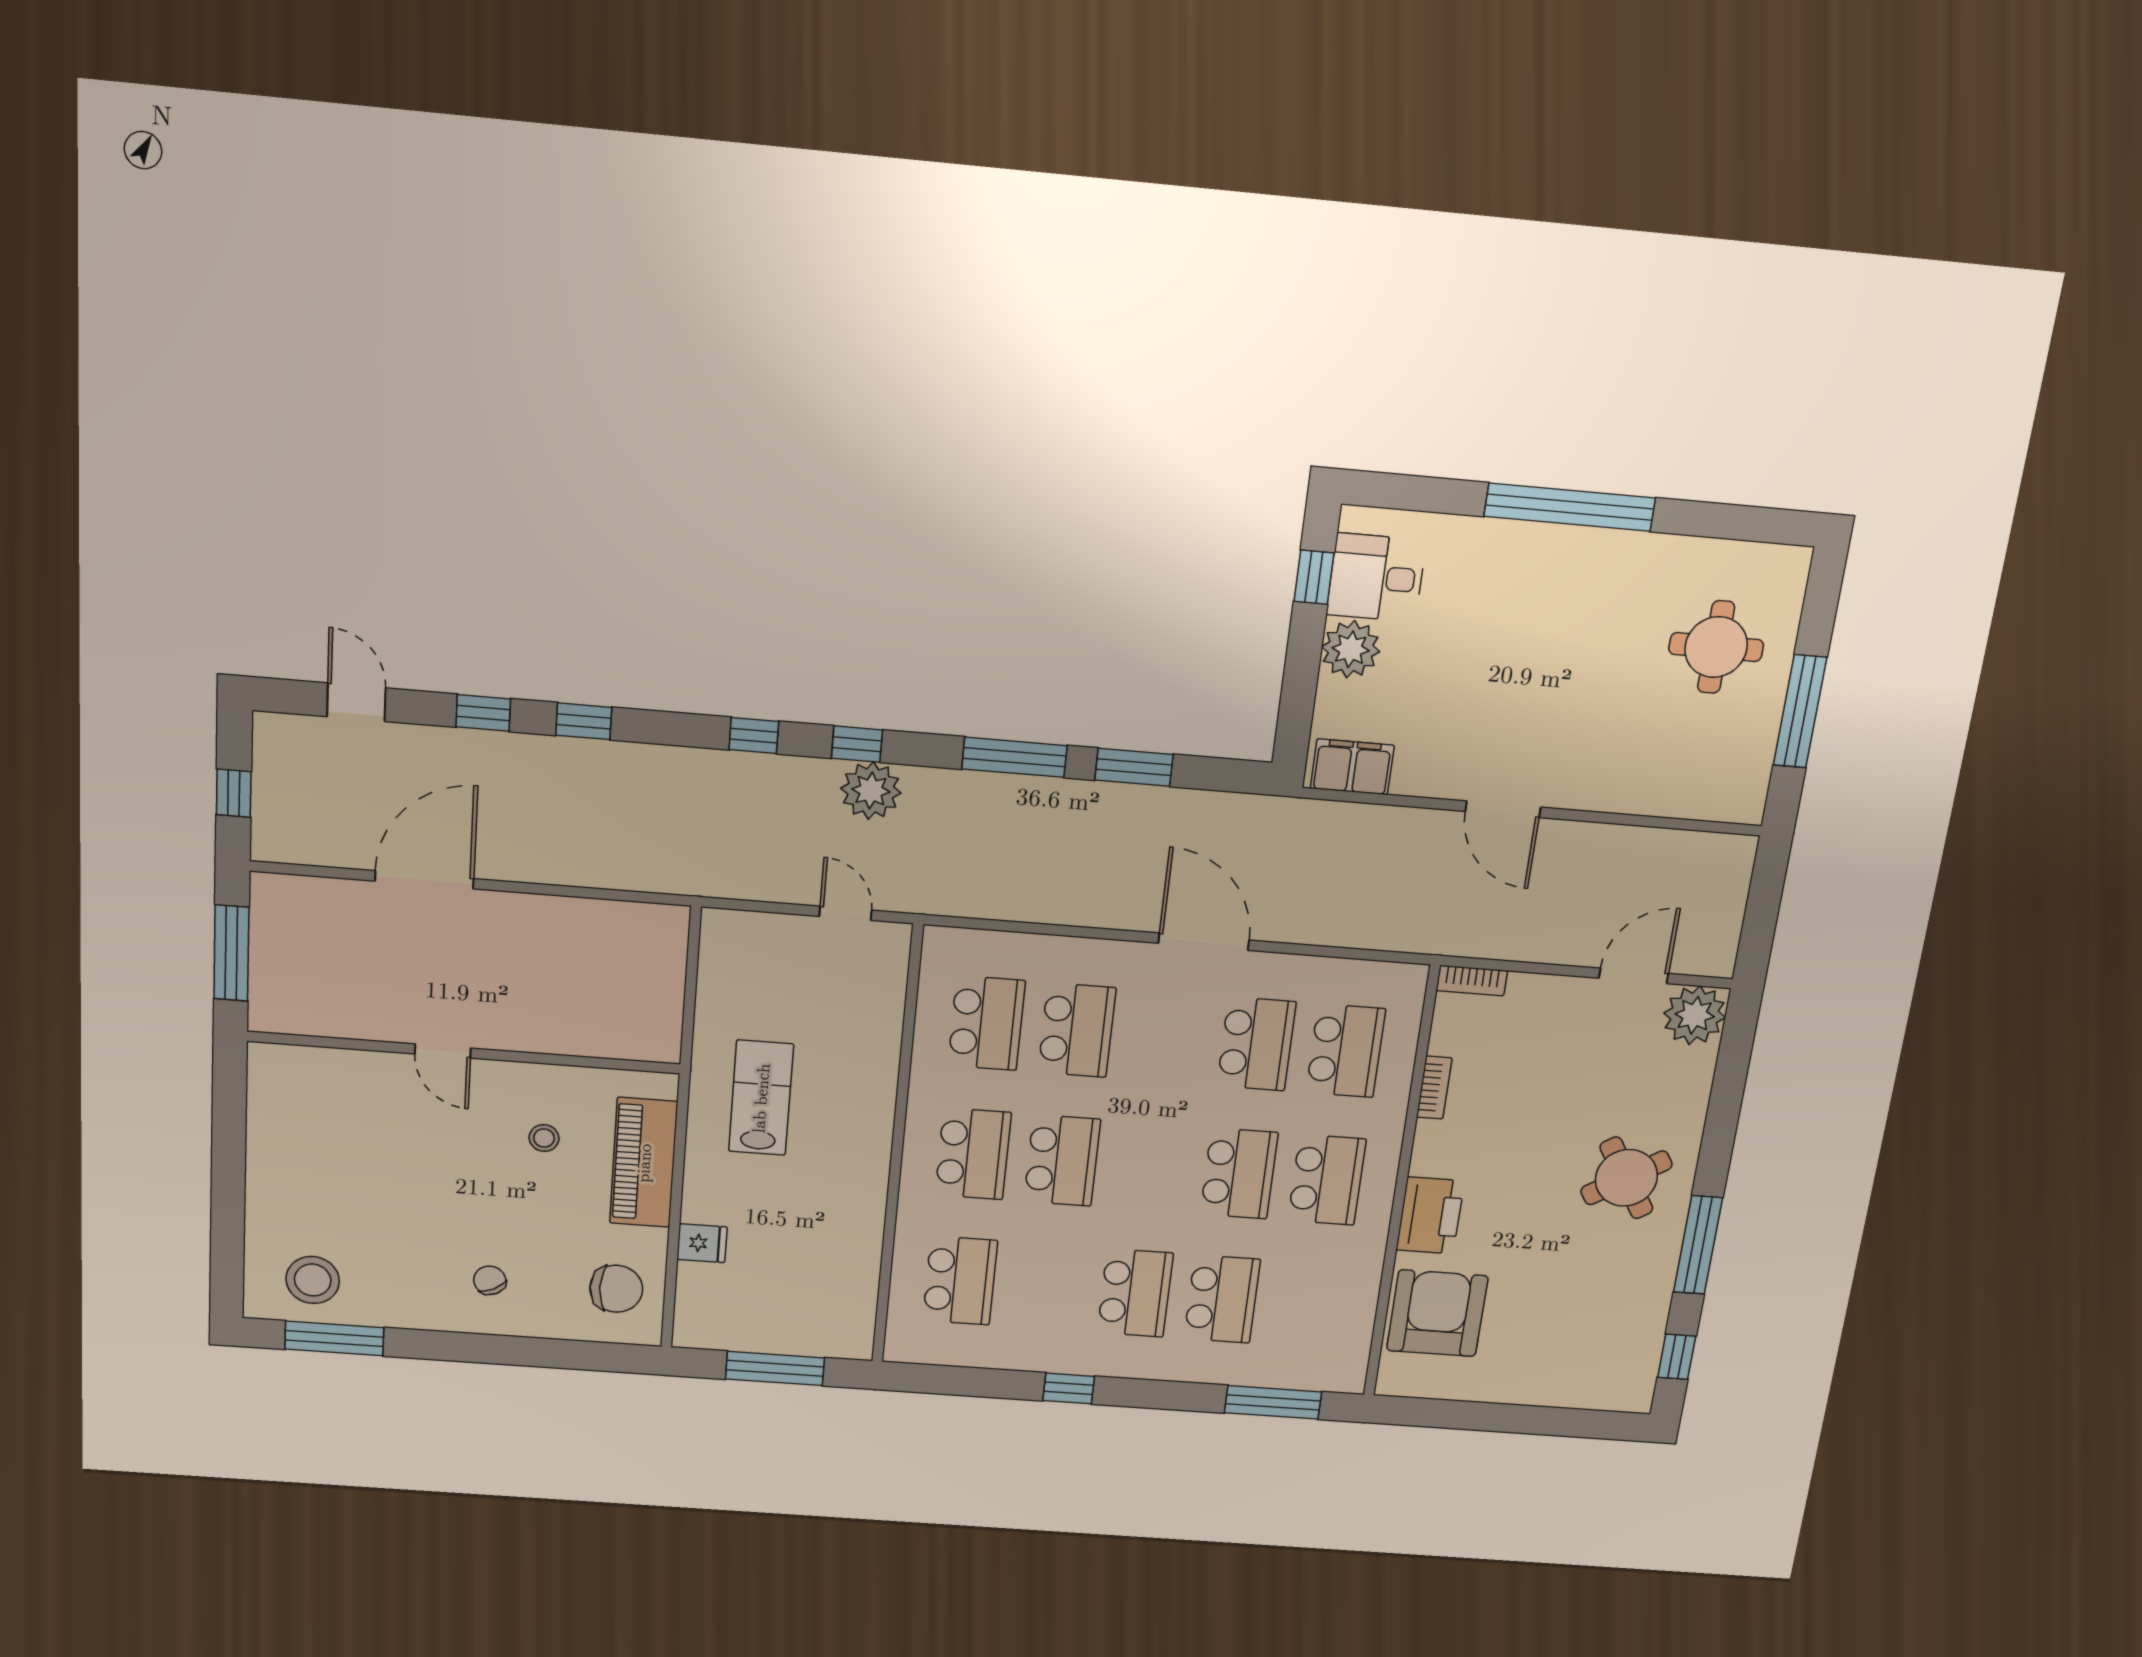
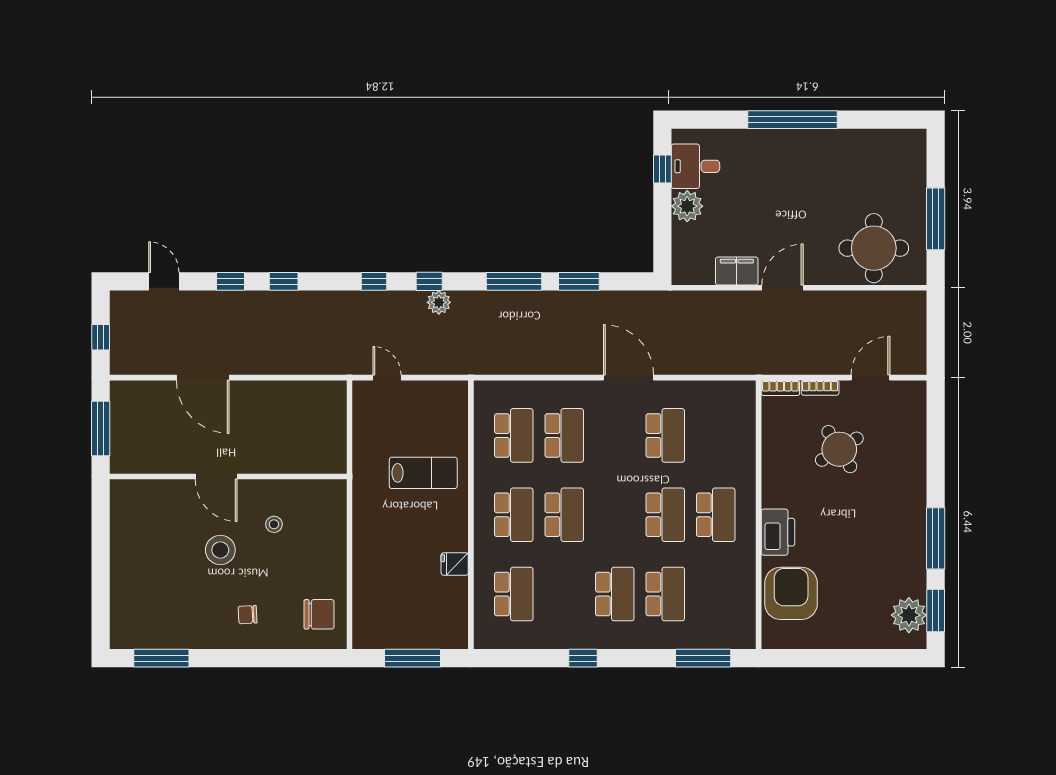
round table: (1716, 647) -> (874, 248), moved, width x1.36, depth x1.36
filing cabinet: (1352, 767) -> (737, 271), moved
plant: (871, 791) -> (439, 302), width x0.73, depth x0.73
door: (1503, 809) -> (783, 288), swing flipped
door: (424, 880) -> (203, 378), swing flipped
door: (846, 913) -> (387, 378), moved
plant: (1695, 1015) -> (909, 615), moved
door: (443, 1051) -> (216, 477), width x1.38
school desk: (1346, 1051) -> (716, 435), removed
bookcase: (1434, 1088) -> (820, 388), moved, turned 90
lab bench: (761, 1098) -> (423, 473), moved, turned 90
piano: (644, 1163) -> (330, 535), removed
round table: (1626, 1178) -> (839, 449), moved
fridge: (702, 1243) -> (455, 564), moved, turned 180
stool: (313, 1280) -> (220, 550), moved
chair: (490, 1280) -> (248, 615), turned -66
window: (1677, 1357) -> (936, 611), width x1.50

